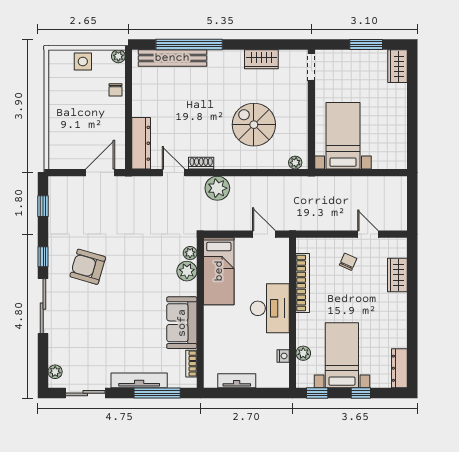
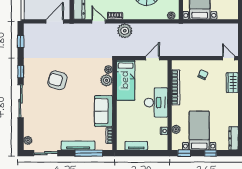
door: (264, 234) -> (153, 58), hinge flipped
door: (368, 234) -> (229, 58), moved
armchair: (88, 267) -> (57, 80), moved

